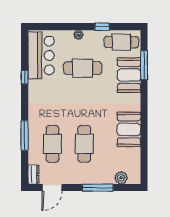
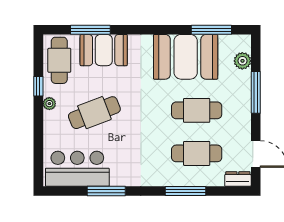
plant: (78, 35) -> (49, 104), moved
cafe table: (83, 68) -> (94, 113), turned 69
window: (25, 77) -> (106, 191), width x2.17
booth: (129, 129) -> (186, 57), width x1.36, depth x1.42
window: (144, 155) -> (211, 30), added

